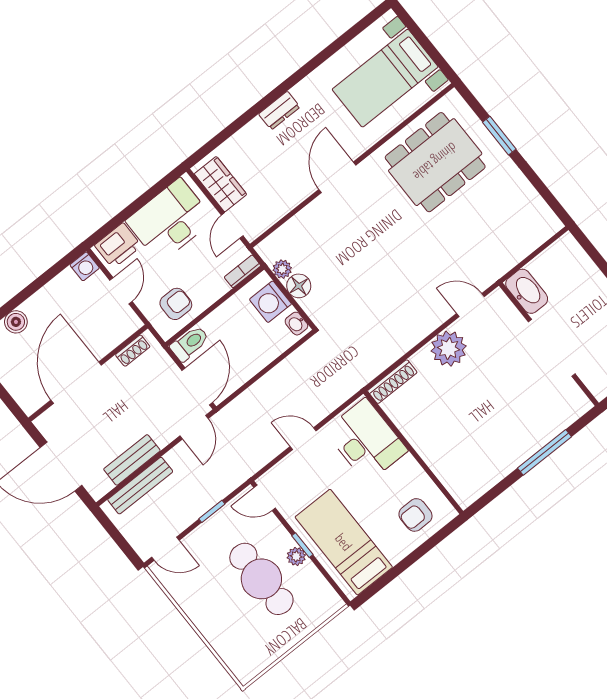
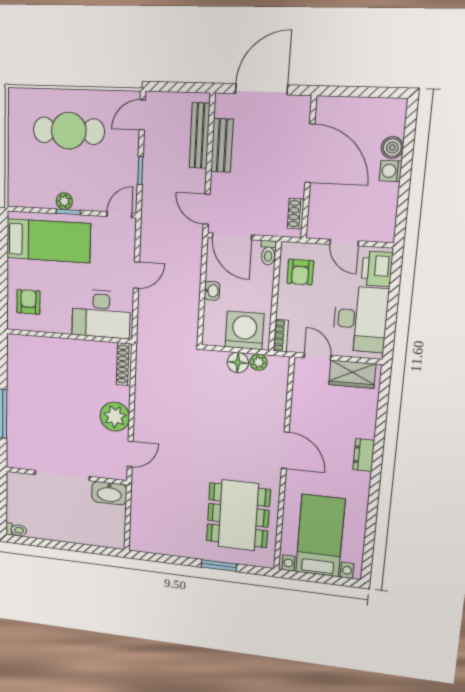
washing machine: (85, 266) -> (391, 171), moved
washing machine: (270, 302) -> (244, 330), width x1.37, depth x1.37
washbasin: (296, 324) -> (212, 291), moved, turned 90
toilet: (190, 343) -> (268, 253), width x0.73, depth x0.72
cafe table: (261, 579) -> (69, 131), moved

